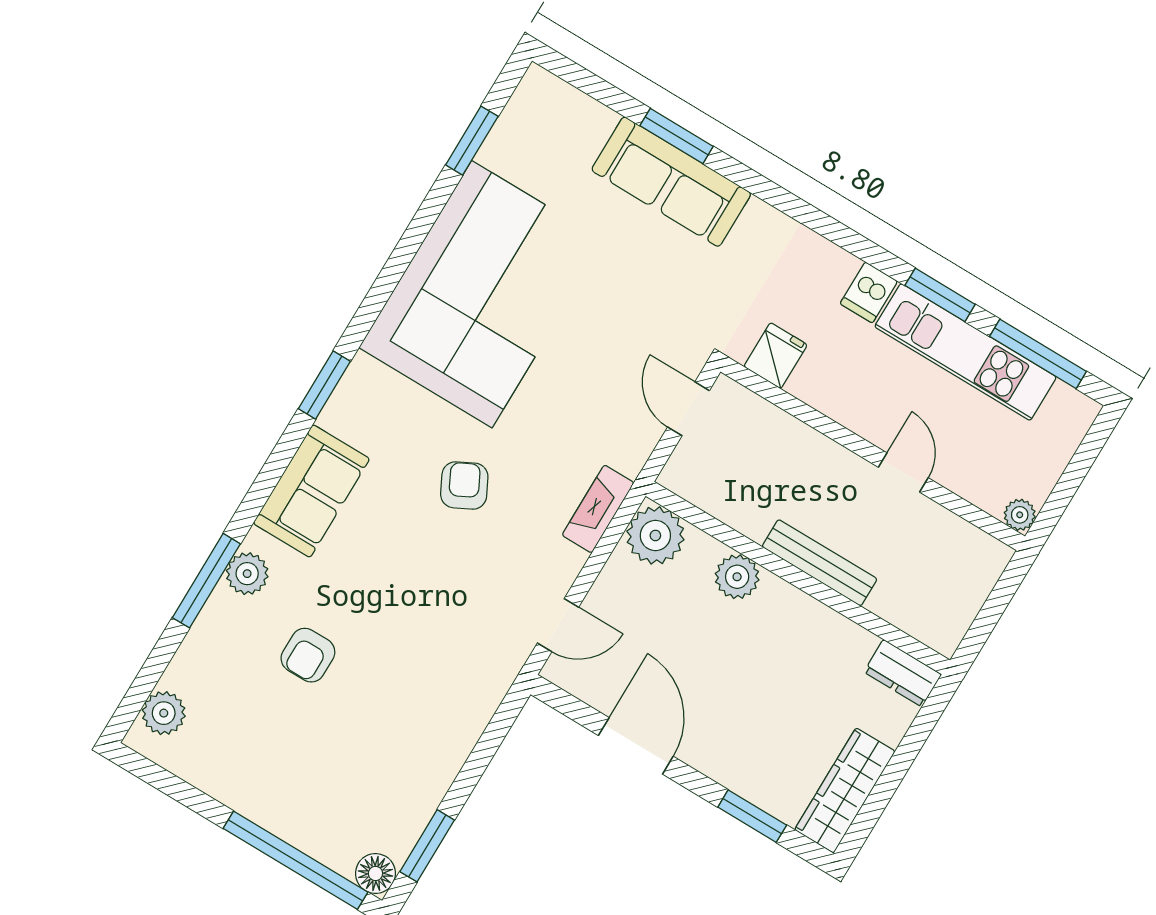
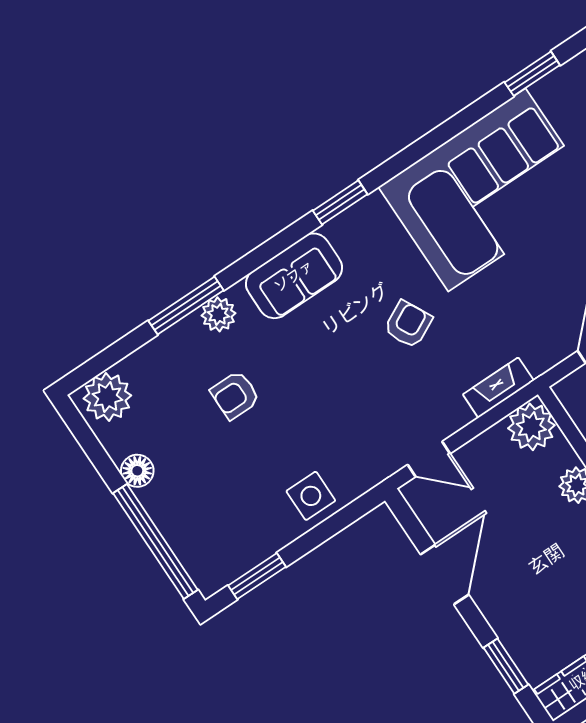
plant: (164, 713) -> (107, 397), width x1.36, depth x1.36
side table: (445, 728) -> (311, 496), added
floor lamp: (375, 873) -> (137, 471), moved

